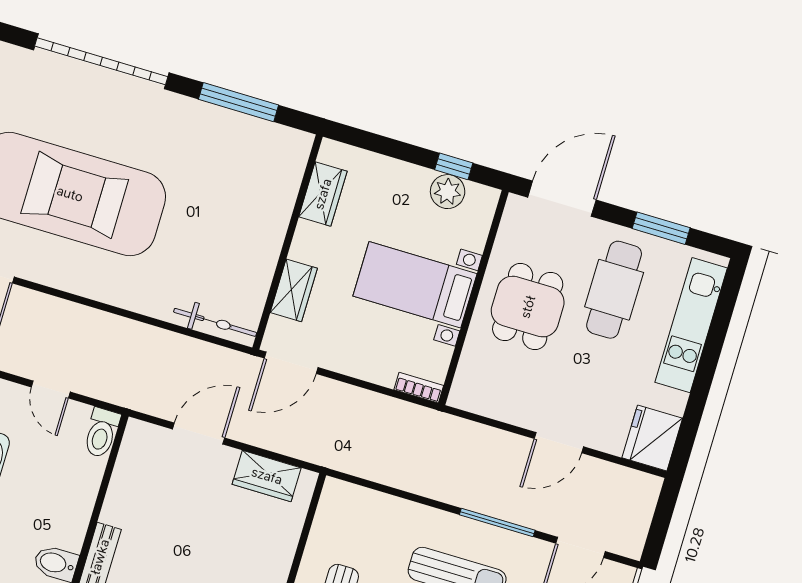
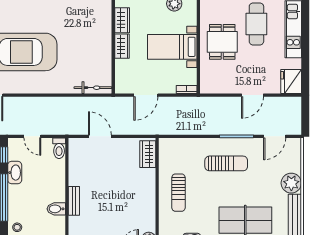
wardrobe: (294, 290) -> (122, 46), moved
door: (291, 363) -> (146, 95), moved
door: (199, 434) -> (100, 136), hinge flipped
wardrobe: (267, 476) -> (148, 154), moved, turned 90

